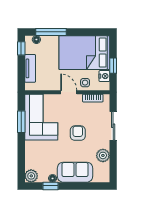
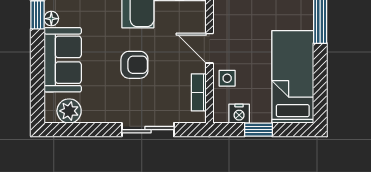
bed: (84, 53) -> (293, 77), width x0.67
door: (69, 92) -> (209, 48), swing flipped
plant: (103, 155) -> (69, 111), moved

